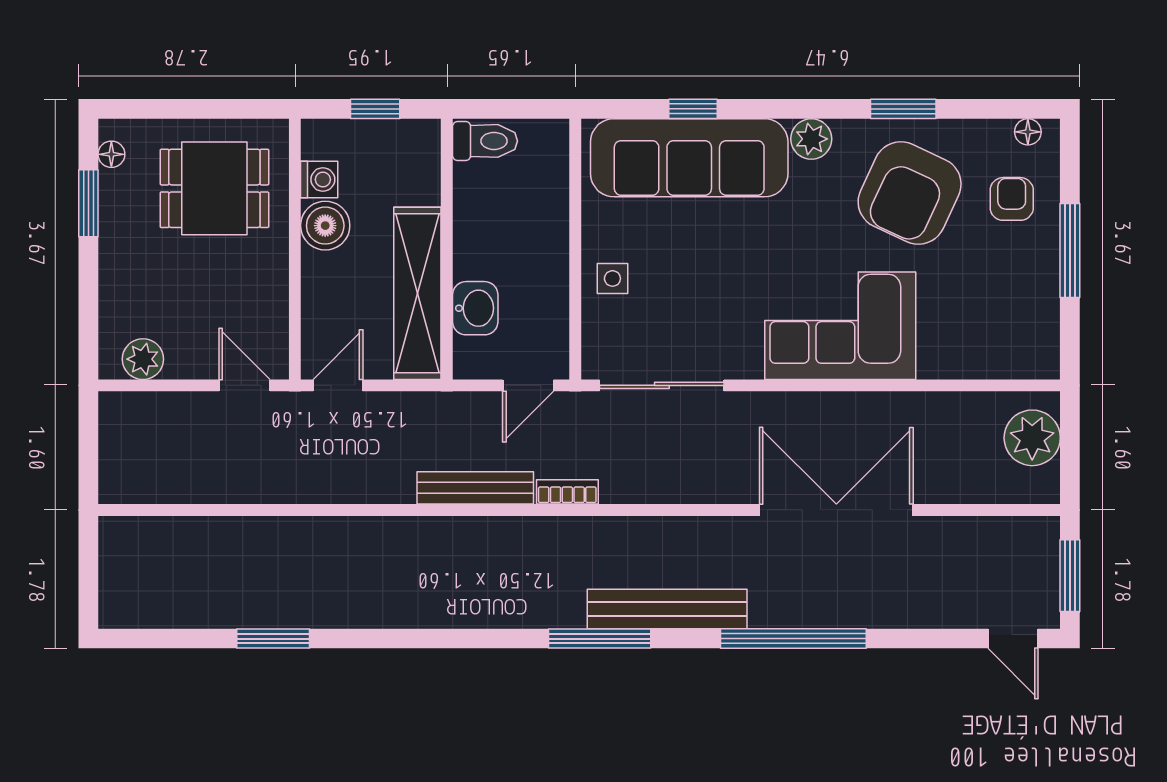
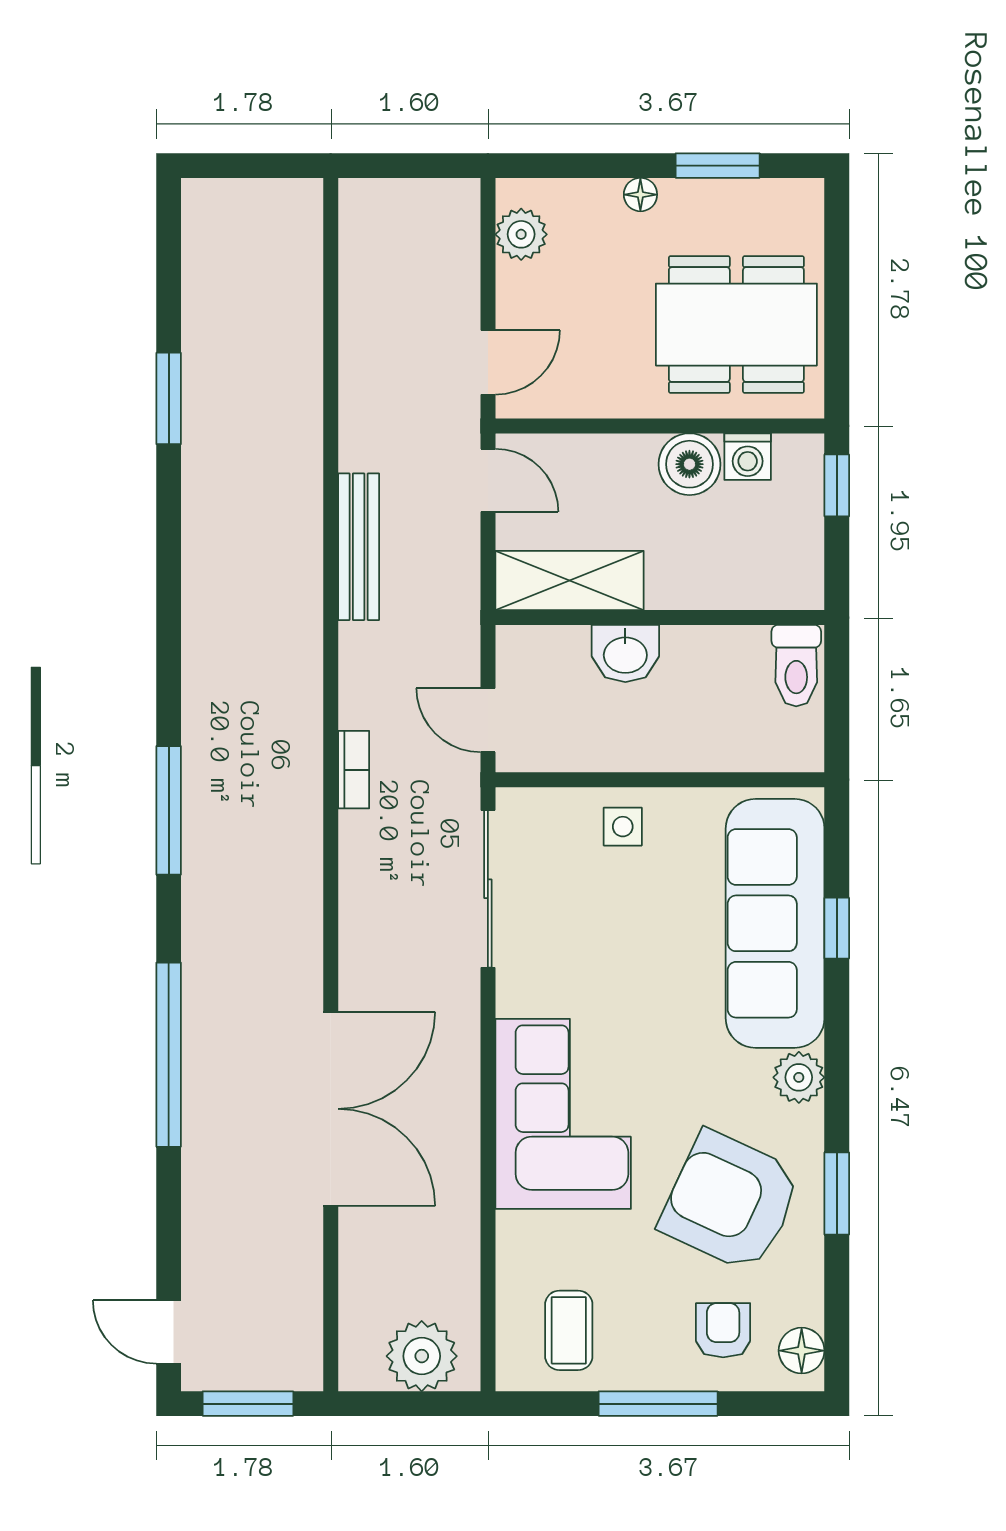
window: (375, 109) -> (837, 485), moved
floor lamp: (1028, 132) -> (802, 1351), width x1.37, depth x1.37
floor lamp: (111, 154) -> (640, 195), moved
dining table: (214, 188) -> (736, 325), width x1.38
armchair: (1012, 199) -> (723, 1330), turned -90
shelving: (417, 293) -> (569, 580), width x0.68
washbasin: (475, 308) -> (625, 653), moved
coffee table: (1012, 321) -> (569, 1330), added
bench: (475, 488) -> (359, 547), moved
bench: (667, 609) -> (206, 896), removed
door: (1013, 639) -> (169, 1332), hinge flipped

